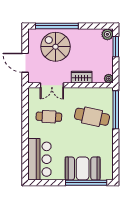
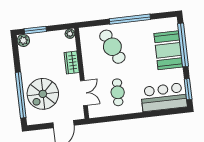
window: (116, 110) -> (130, 19), moved
cafe table: (92, 117) -> (112, 47), turned -36
window: (44, 183) -> (188, 89), added

